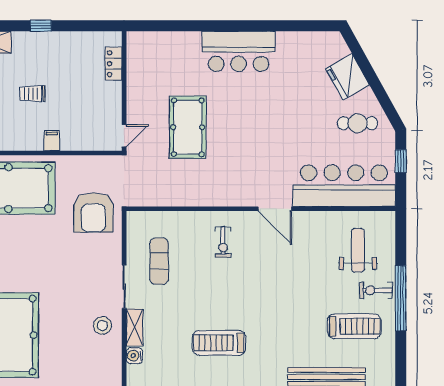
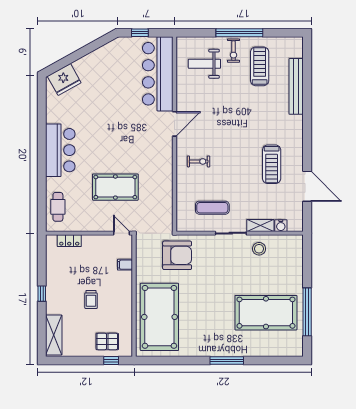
fridge: (348, 77) -> (64, 79), moved
cafe table: (357, 123) -> (58, 207), moved
filing cabinet: (52, 141) -> (125, 265), moved

